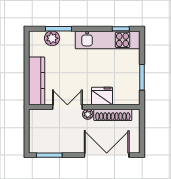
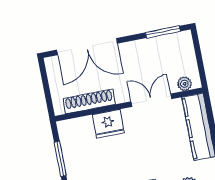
double door: (67, 107) -> (151, 100), swing flipped
plant: (88, 114) -> (184, 84), moved

